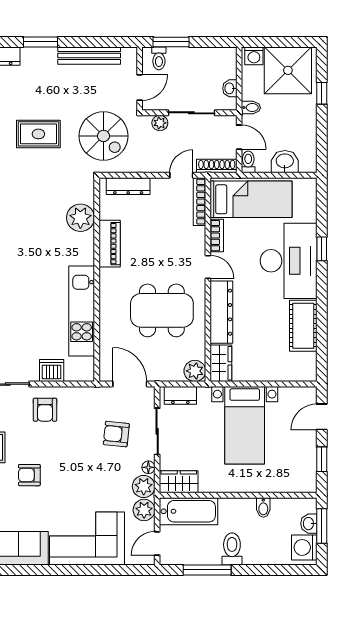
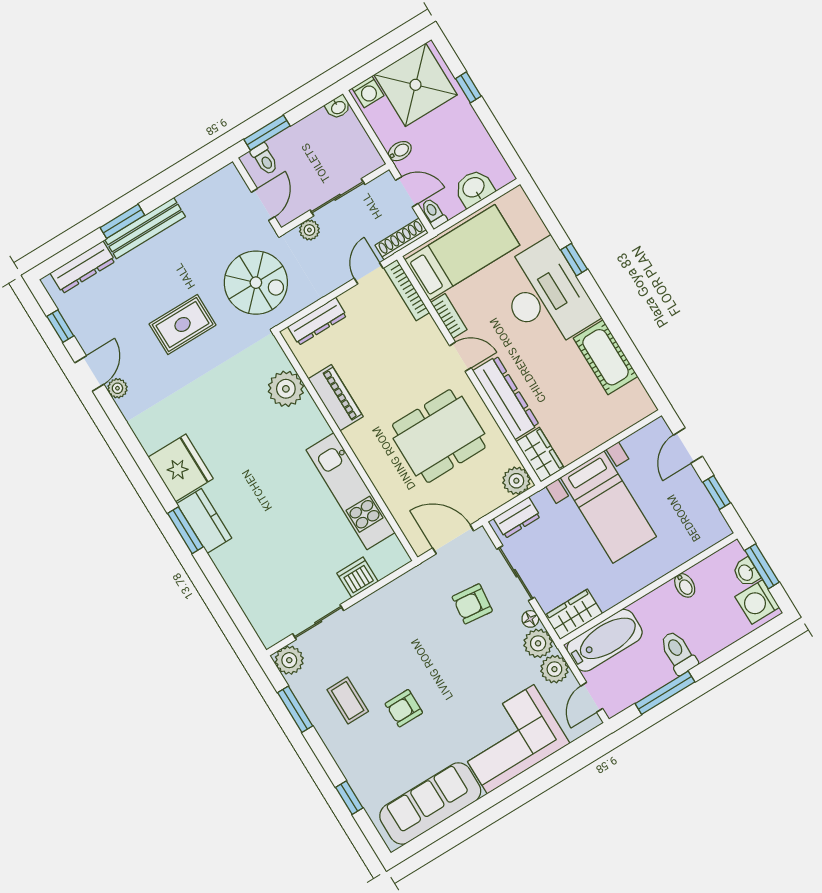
bench: (89, 56) -> (145, 228), moved
washbasin: (230, 88) -> (338, 107), moved, turned -90
armchair: (45, 410) -> (377, 625), removed

